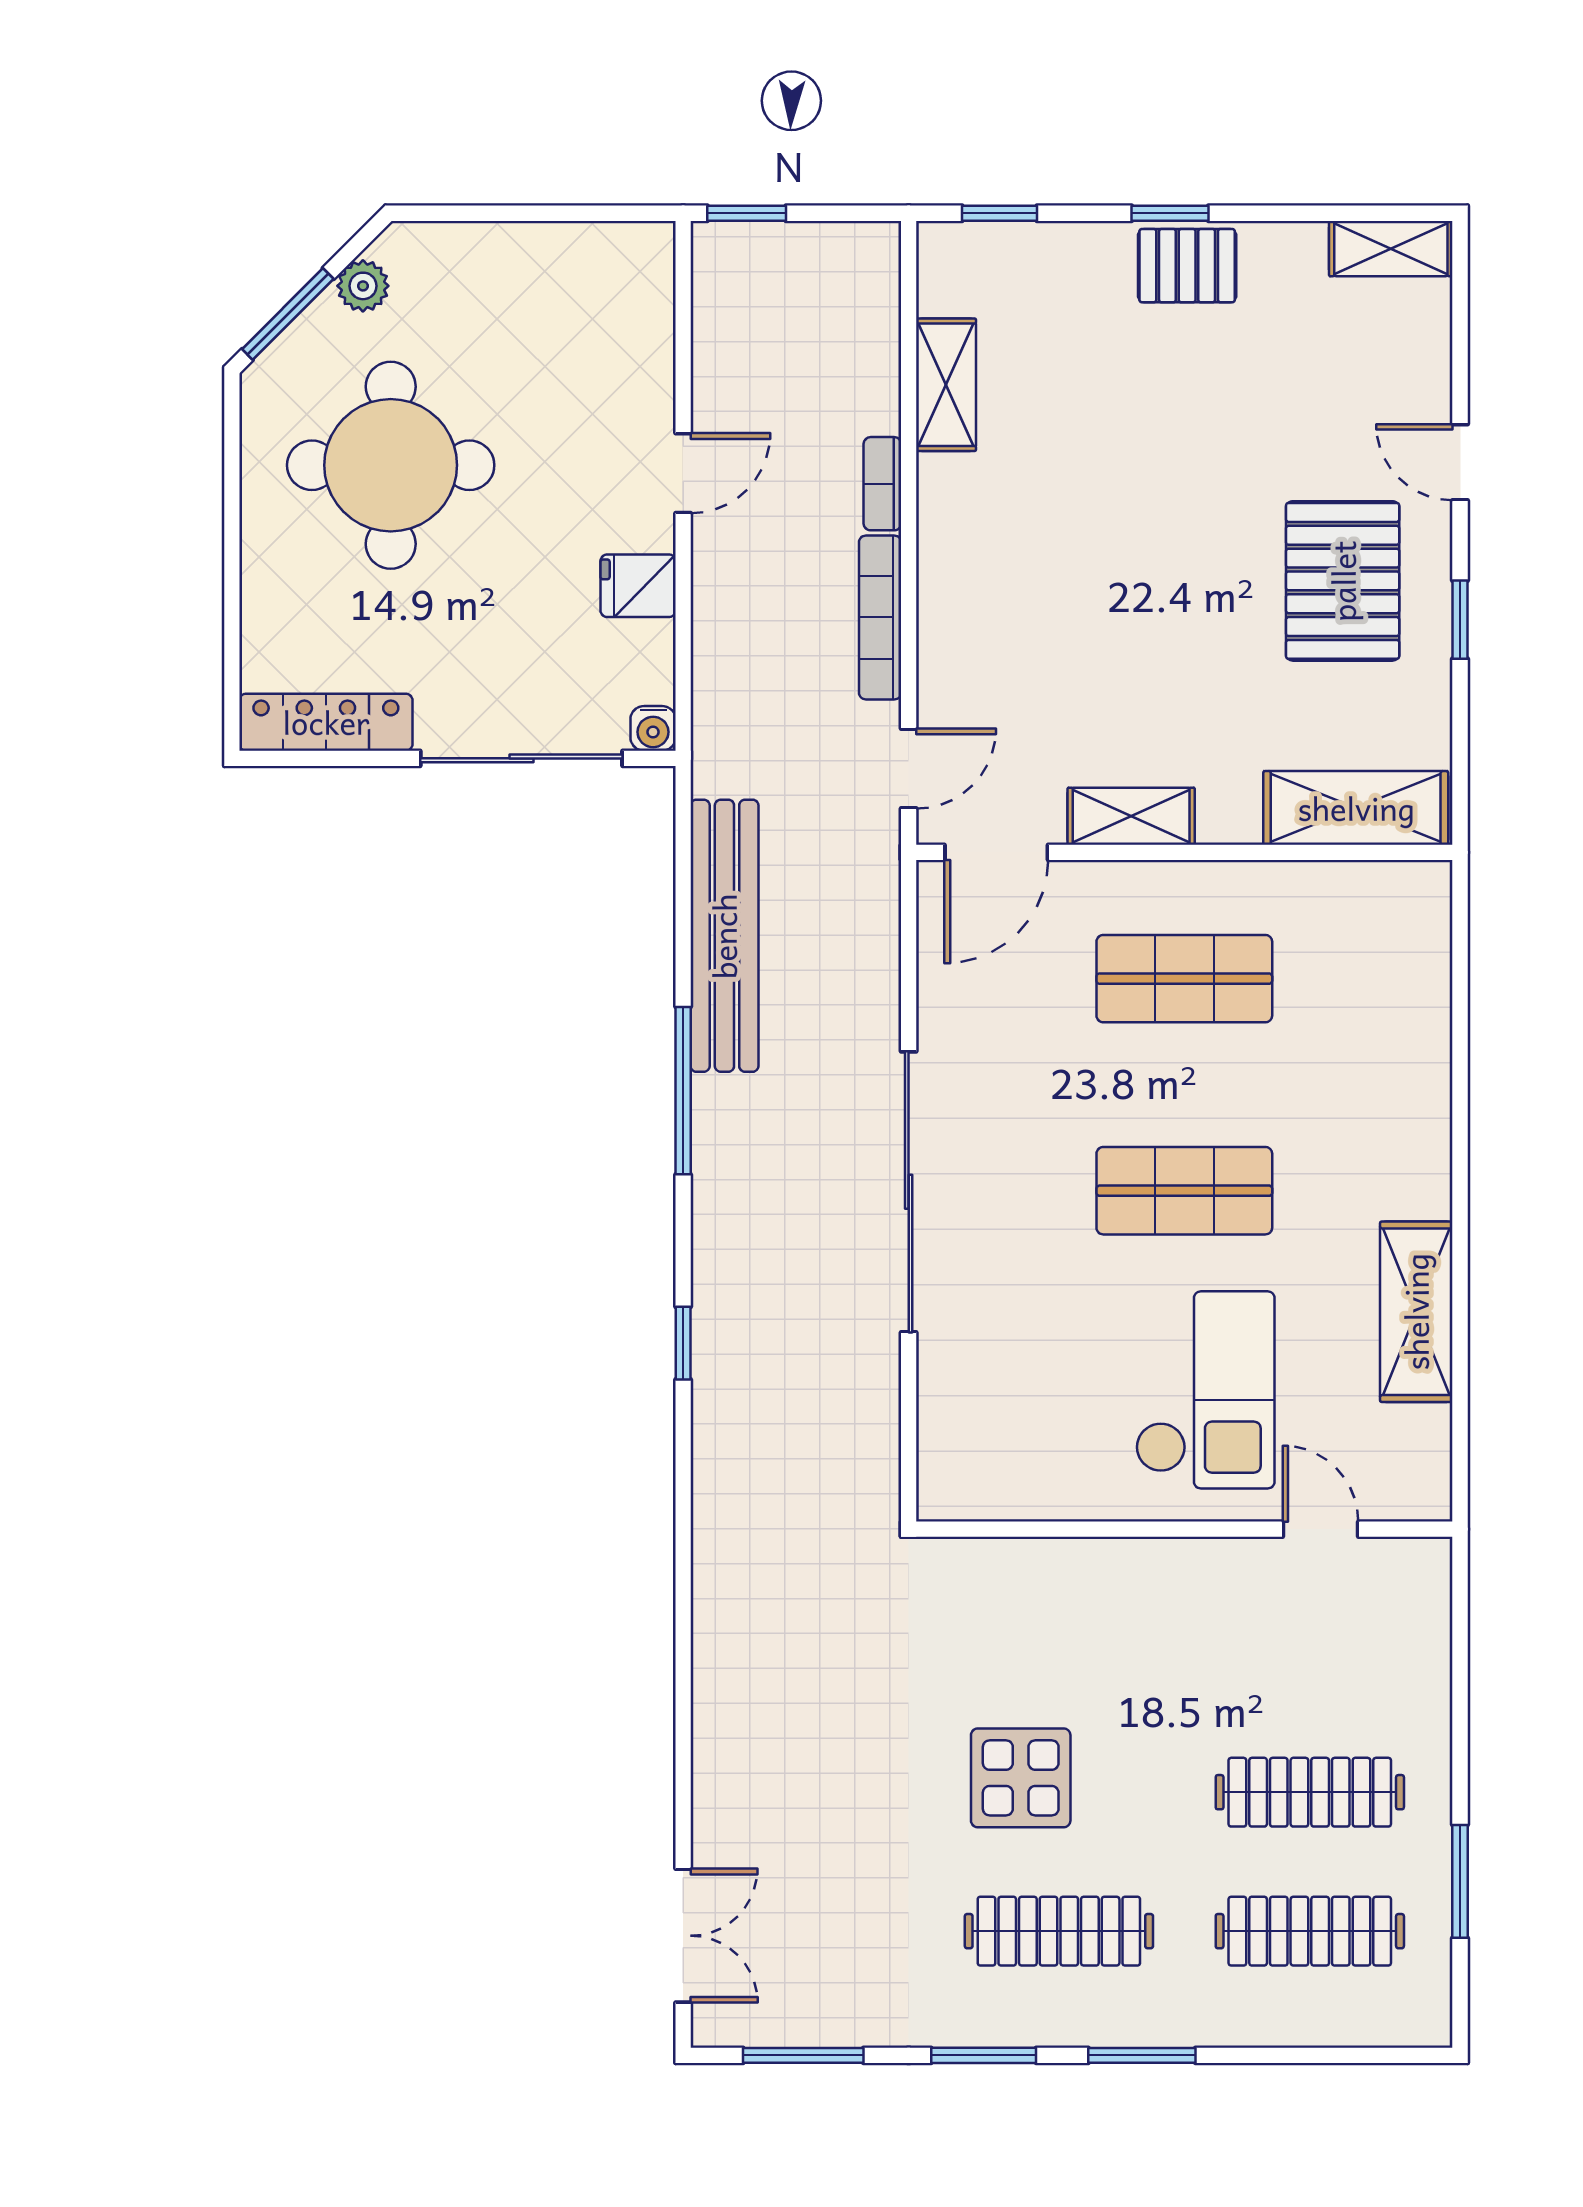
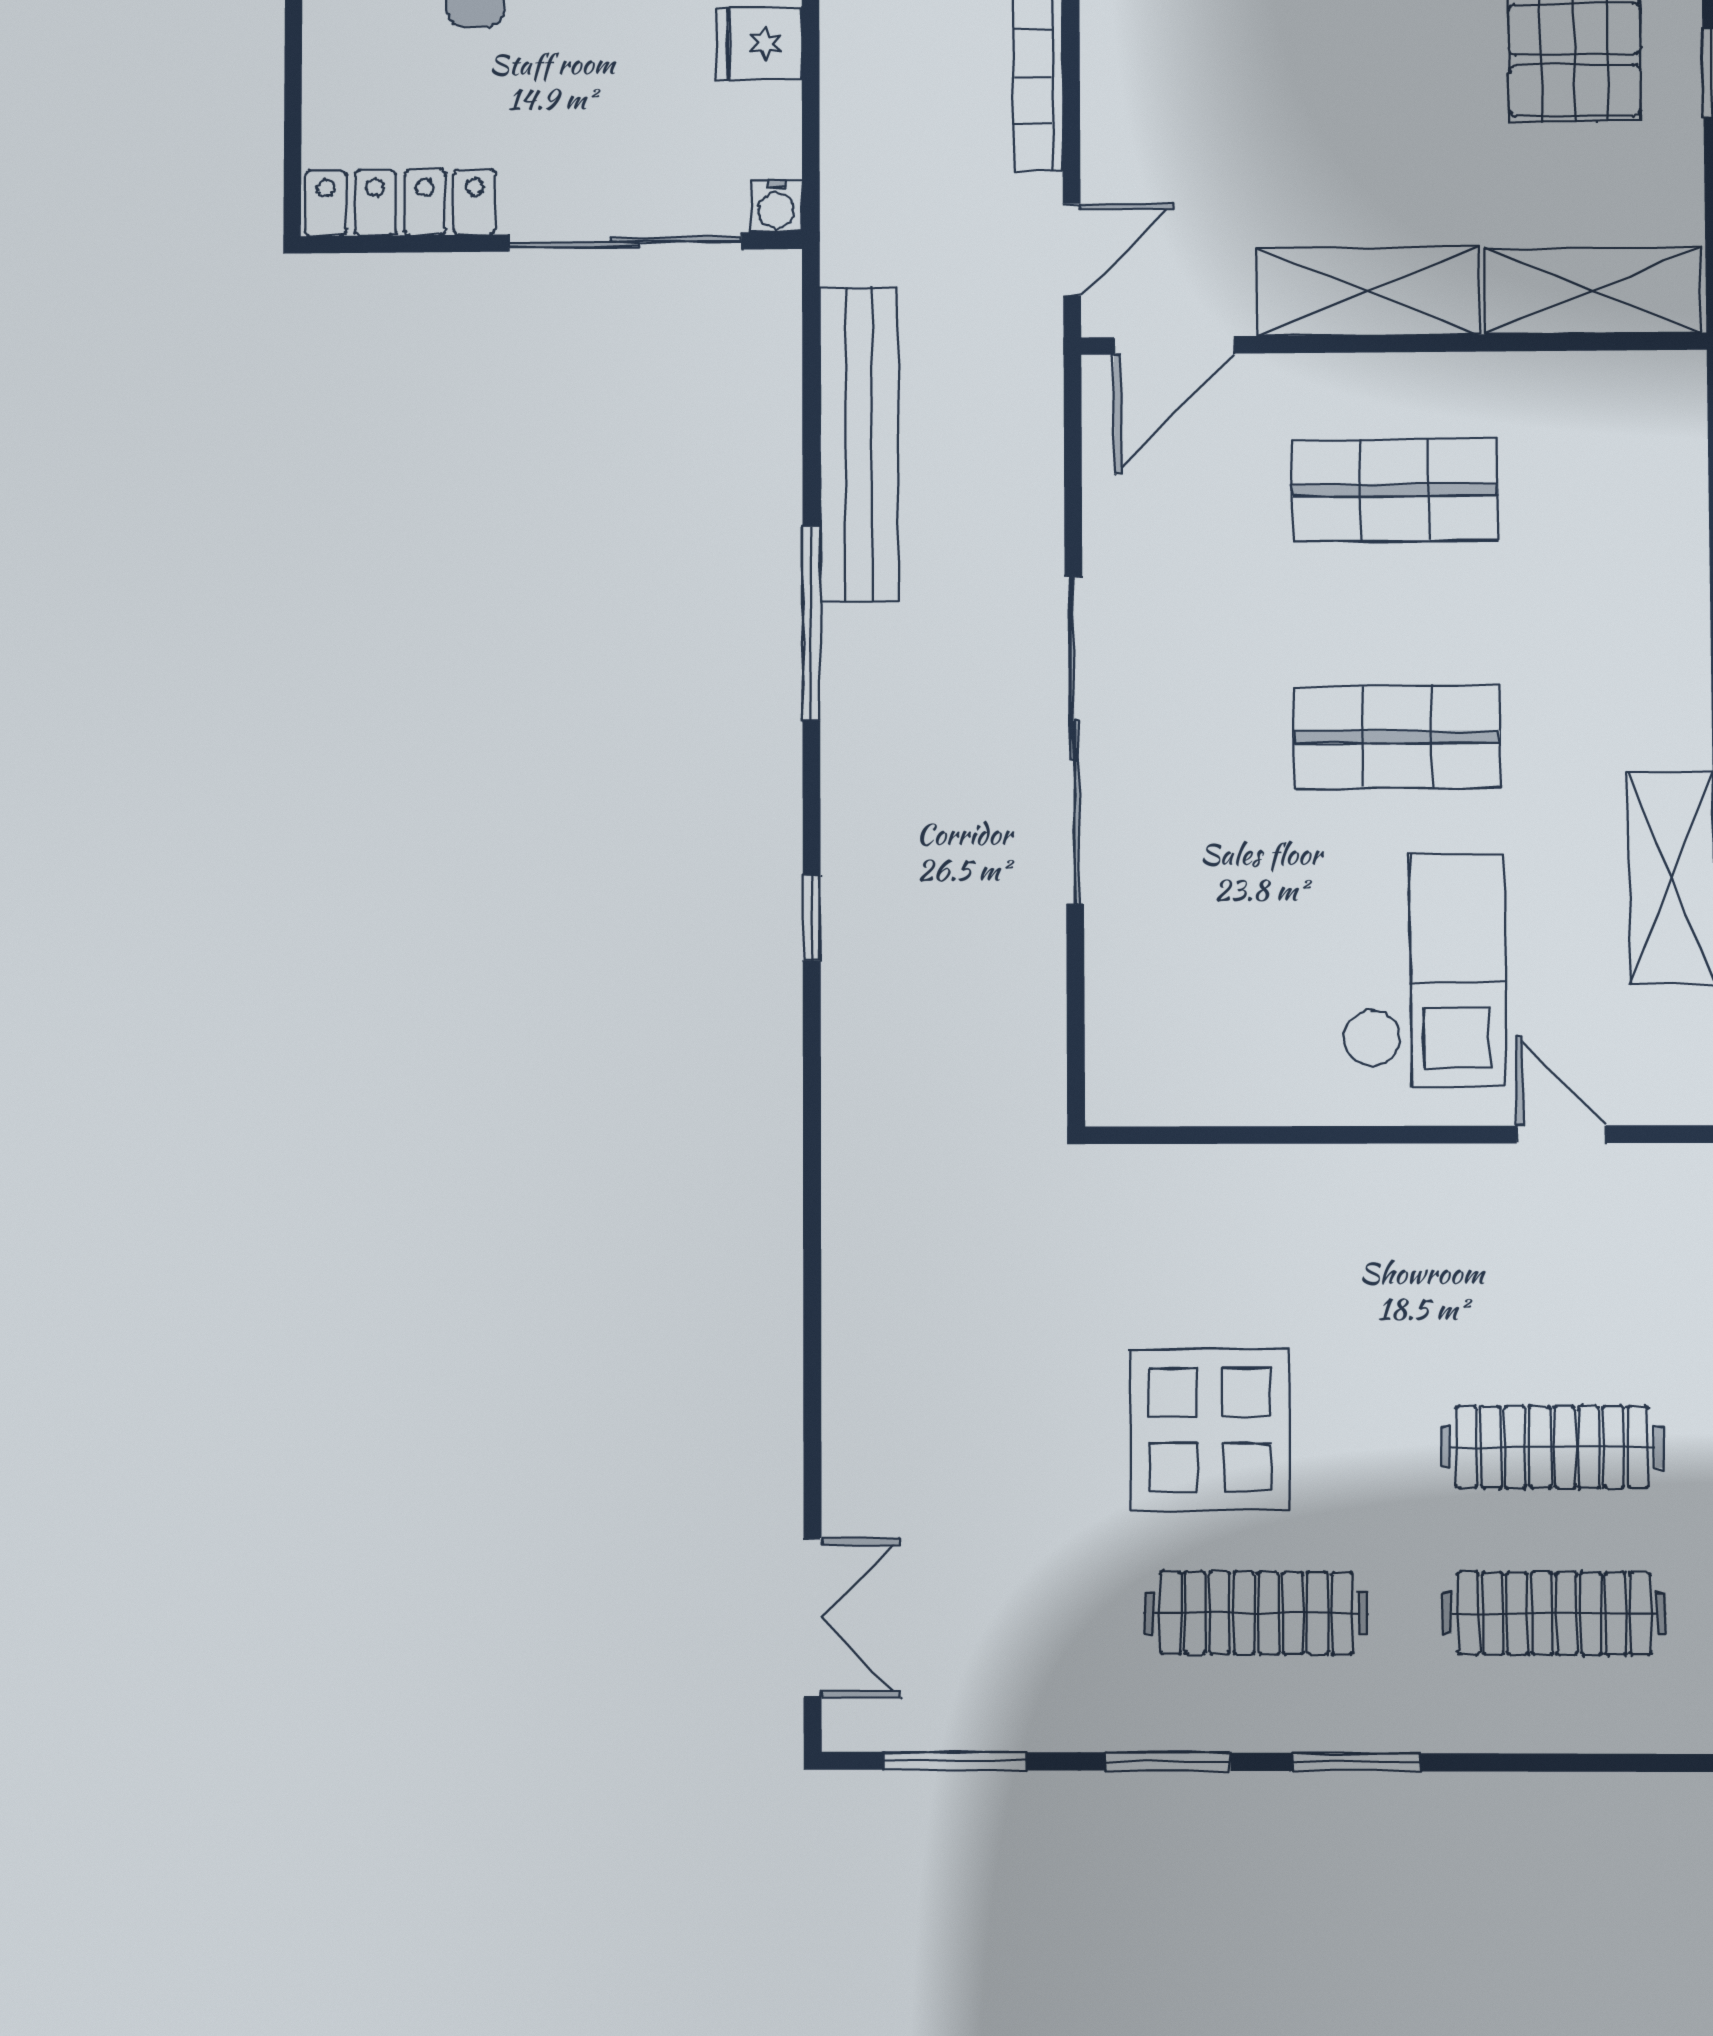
shelving: (1131, 816) -> (1368, 291), width x1.50, depth x1.33
display table: (1021, 1778) -> (1210, 1430), width x1.36, depth x1.36

